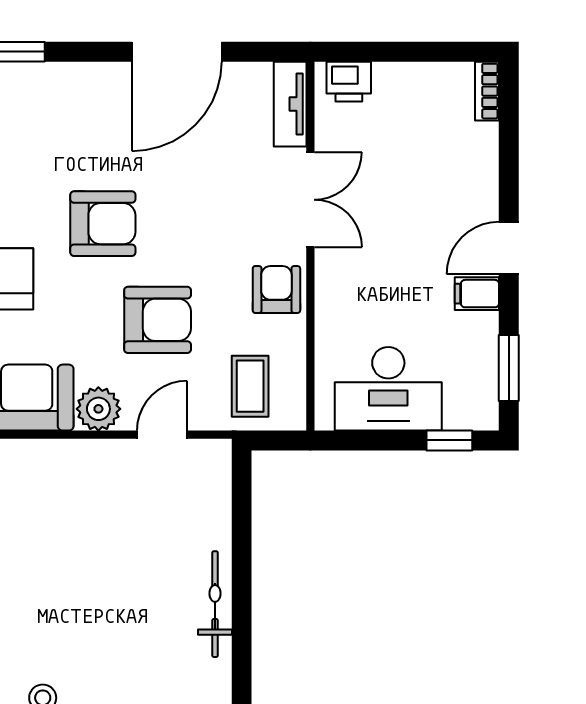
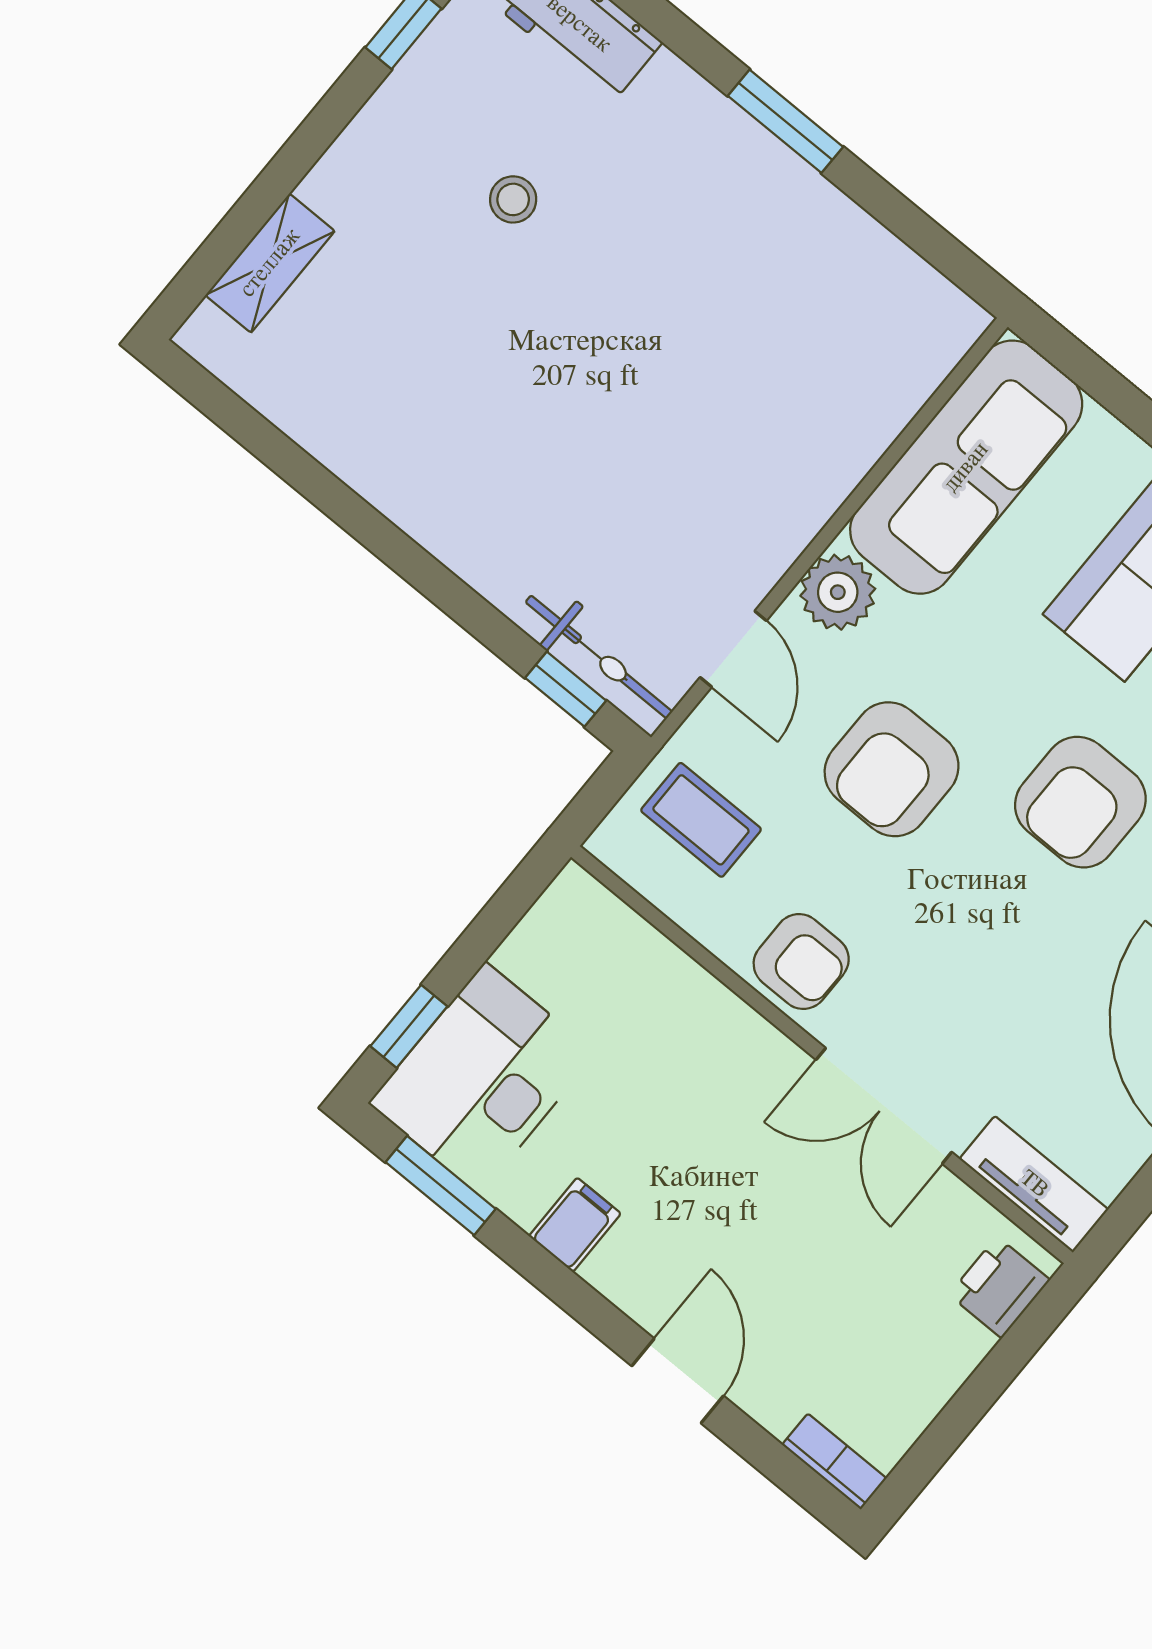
door: (509, 248) -> (678, 1381), moved
desk: (388, 389) -> (482, 1078), moved
window: (242, 494) -> (566, 689), added
bicycle: (215, 604) -> (599, 657), moved

